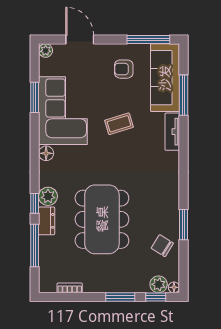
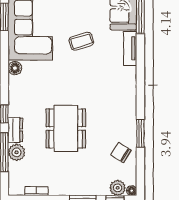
plant: (48, 196) -> (17, 152), moved
dining table: (102, 219) -> (66, 128), width x0.73, depth x0.80

